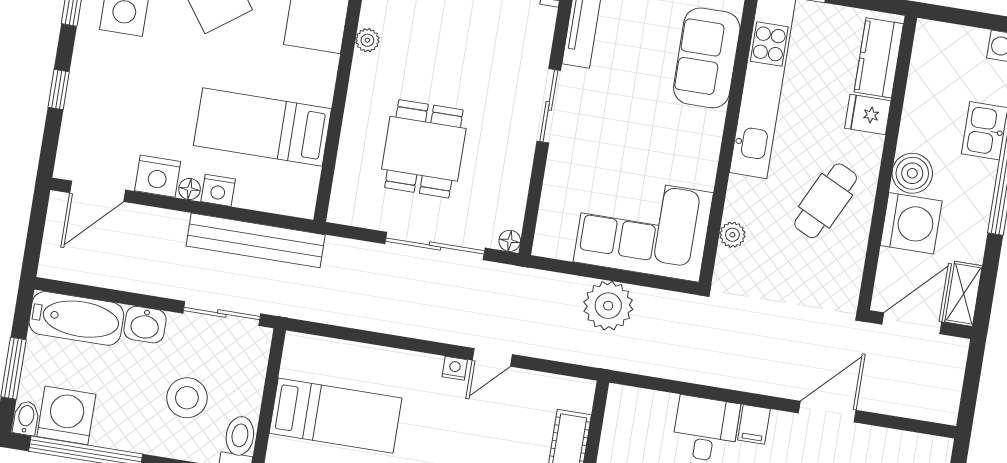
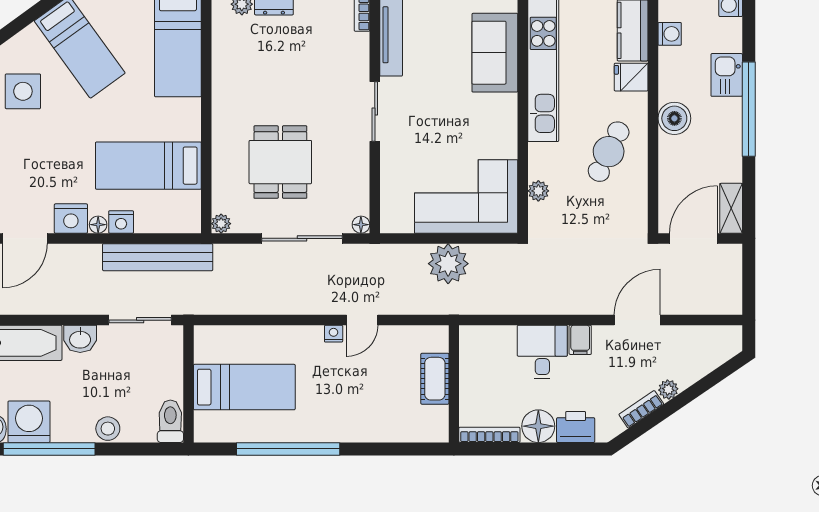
plant: (367, 40) -> (221, 224), moved
washing machine: (911, 223) -> (670, 34), moved, width x0.53, depth x0.53
stool: (187, 398) -> (108, 429), moved, width x0.73, depth x0.73

